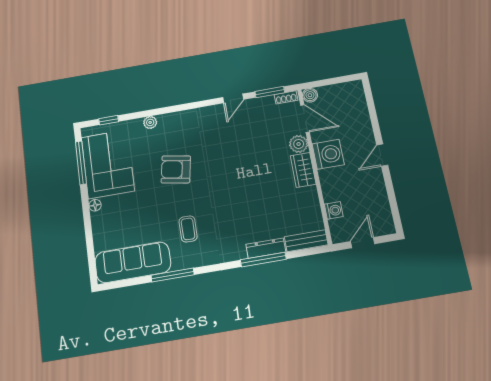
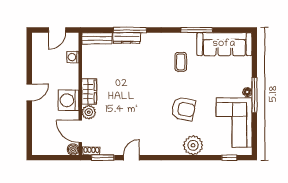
plant: (150, 122) -> (193, 145), width x1.88, depth x1.88
window: (81, 163) -> (254, 95), moved

